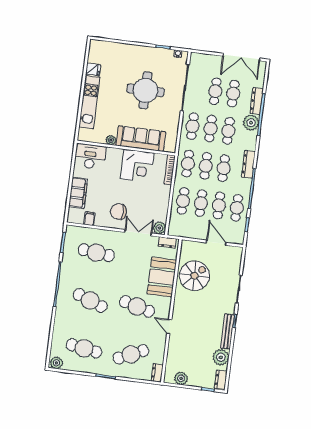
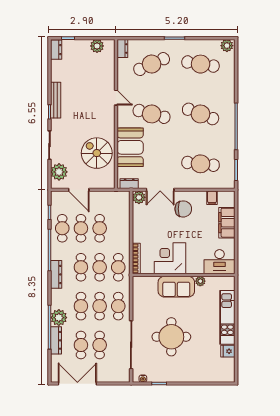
sofa: (141, 139) -> (176, 287), width x0.73
cafe table: (183, 201) -> (118, 228), removed
spiral stairs: (194, 276) -> (97, 153), turned 90
plant: (221, 357) -> (59, 172), moved

